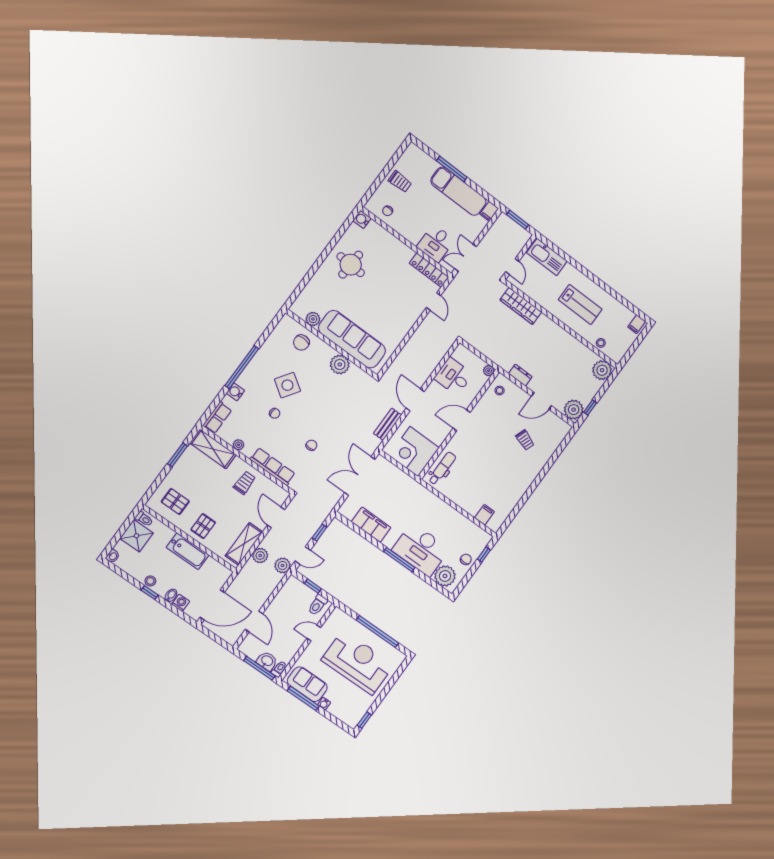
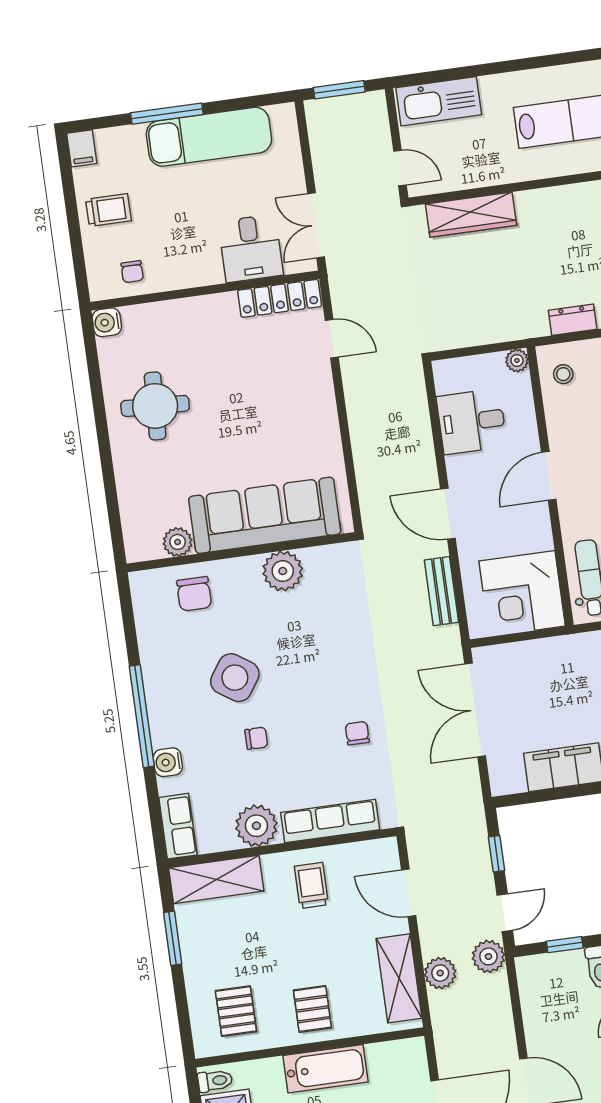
filing cabinet: (489, 211) -> (82, 148), moved
plant: (239, 445) -> (256, 826), width x1.88, depth x1.88
pallet: (175, 501) -> (236, 1011), turned 90

